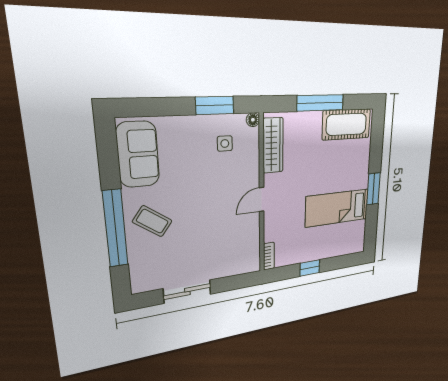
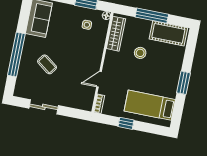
stool: (313, 165) -> (140, 53), added
door: (262, 199) -> (99, 79), moved
bed: (337, 208) -> (150, 105), moved
coffee table: (152, 221) -> (47, 64), moved

